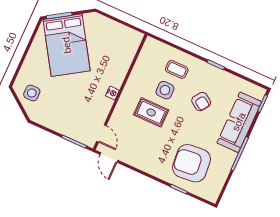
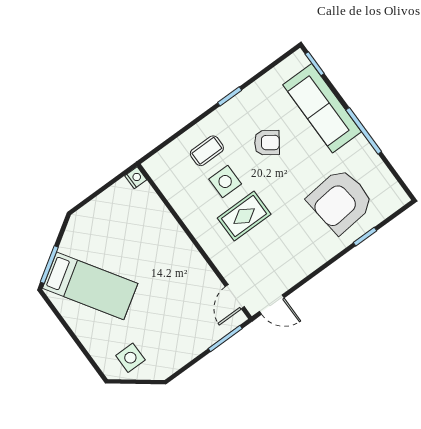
bed: (67, 45) -> (90, 286), width x0.67
nightstand: (112, 93) -> (136, 178), moved
door: (101, 133) -> (235, 297), swing flipped

